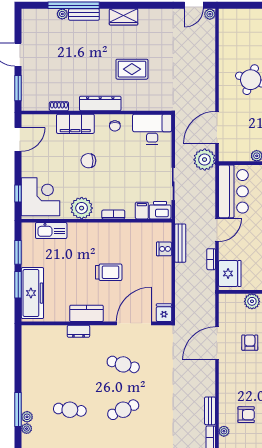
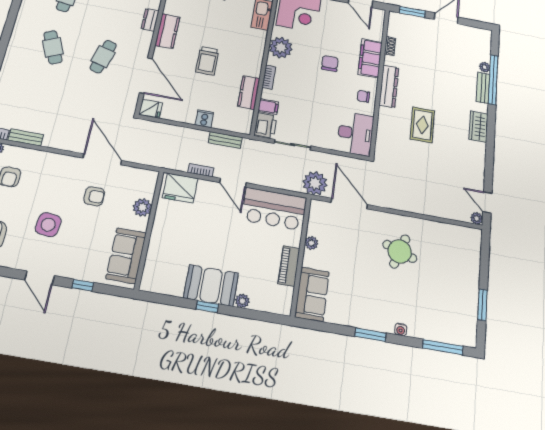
kitchen counter: (132, 230) -> (249, 92), added
bench: (180, 243) -> (225, 140), width x0.73
cooker: (164, 249) -> (204, 119), moved

